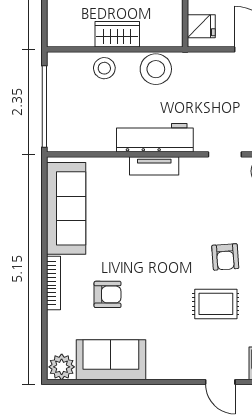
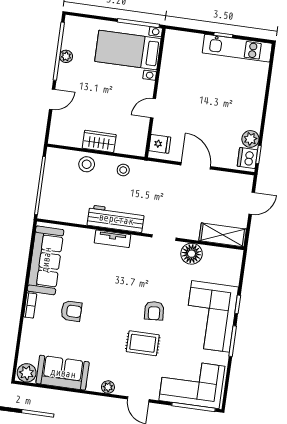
stool: (156, 69) -> (123, 170), width x0.53, depth x0.53
bookcase: (53, 283) -> (30, 305), width x0.64
armchair: (108, 294) -> (71, 311), moved
plant: (176, 371) -> (108, 387), added

